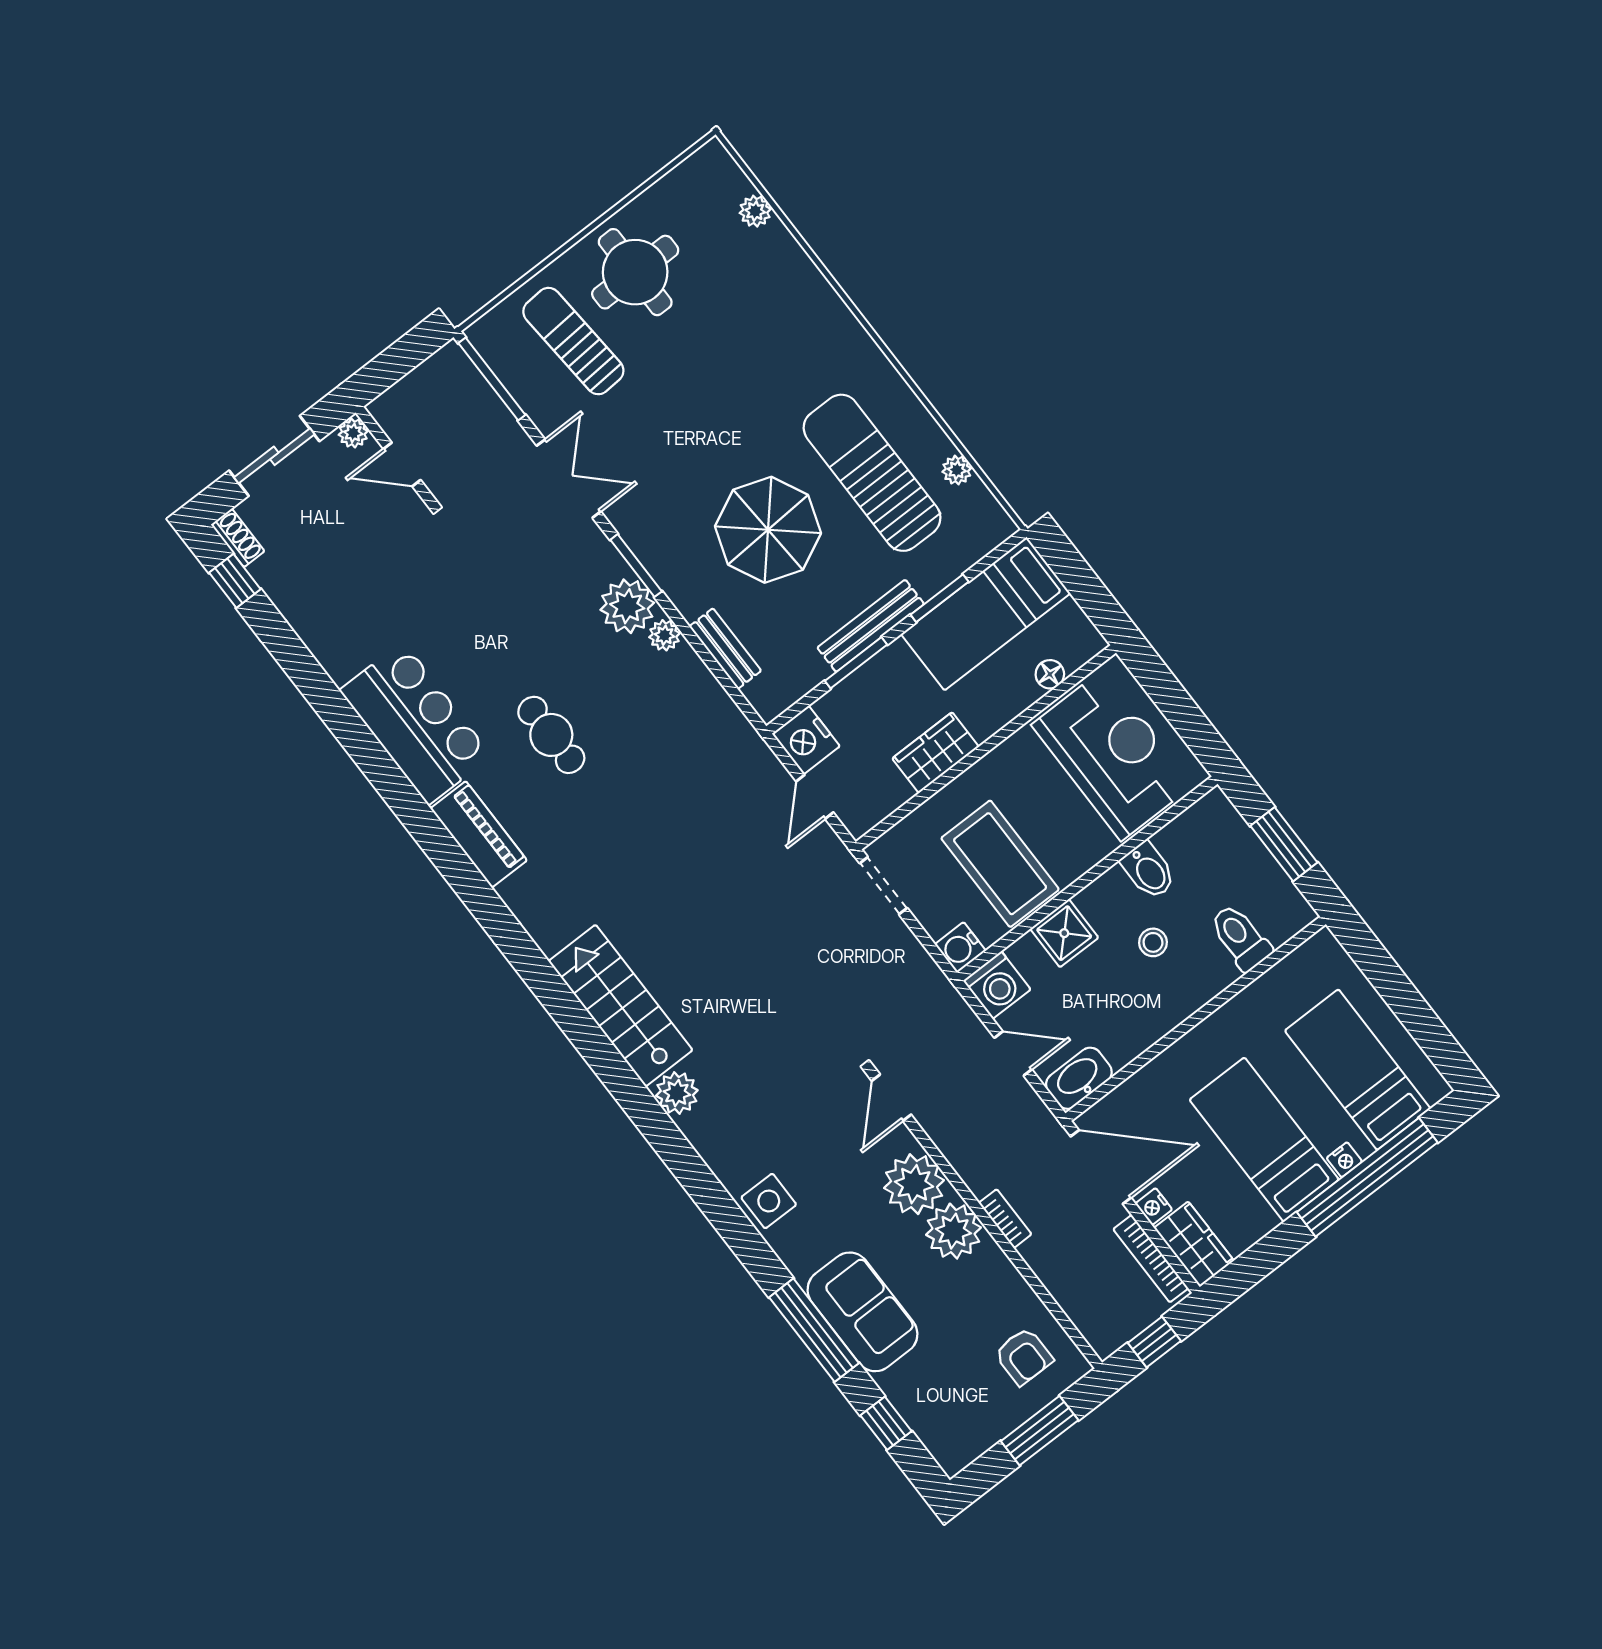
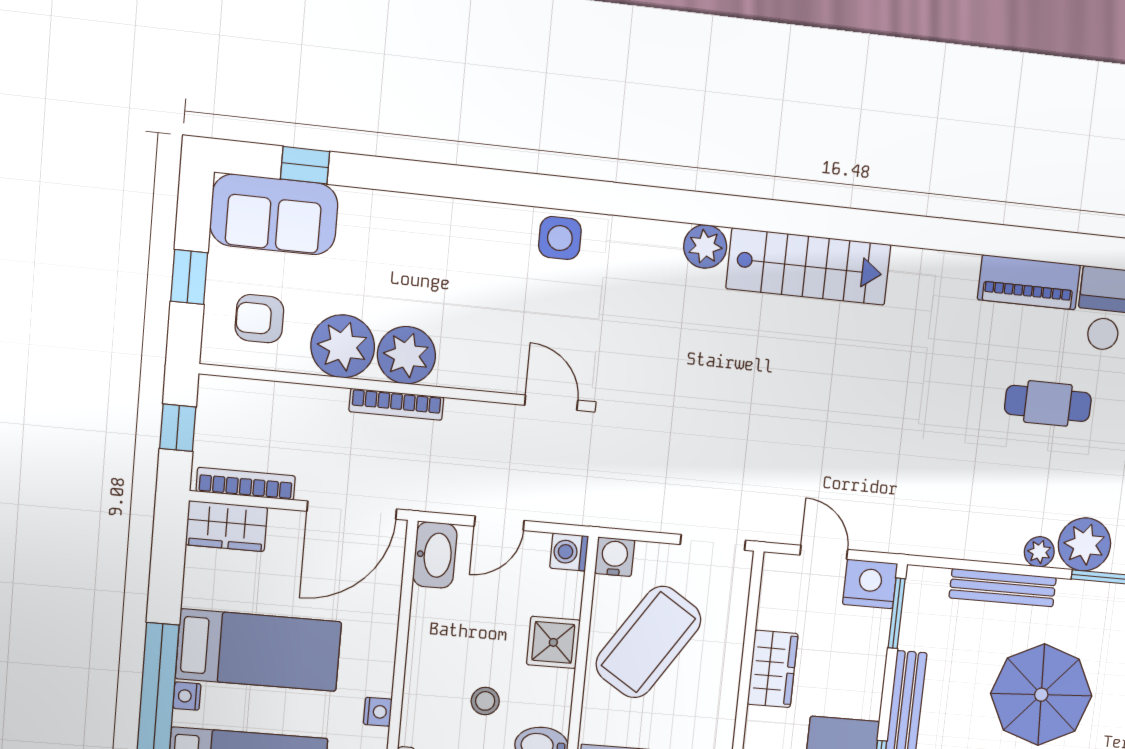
bench: (725, 649) -> (1003, 588), width x1.36
window: (856, 663) -> (897, 613), moved
coffee table: (1000, 864) -> (648, 642), turned -57
washing machine: (997, 985) -> (569, 552), width x0.73, depth x0.73
plant: (914, 1184) -> (343, 346), moved
nightstand: (1154, 1207) -> (378, 712), moved, turned 90
bookcase: (1005, 1219) -> (396, 404), width x1.56
sofa: (862, 1312) -> (274, 214), moved
window: (814, 1330) -> (429, 179), removed
window: (1040, 1431) -> (189, 277), width x0.67

